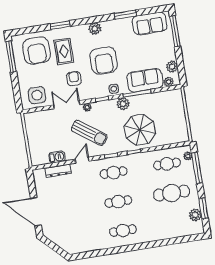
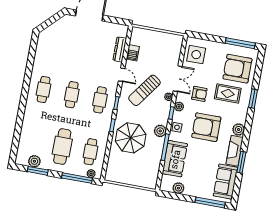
fireplace: (117, 25) -> (235, 151), added
plant: (168, 82) -> (179, 107), moved

